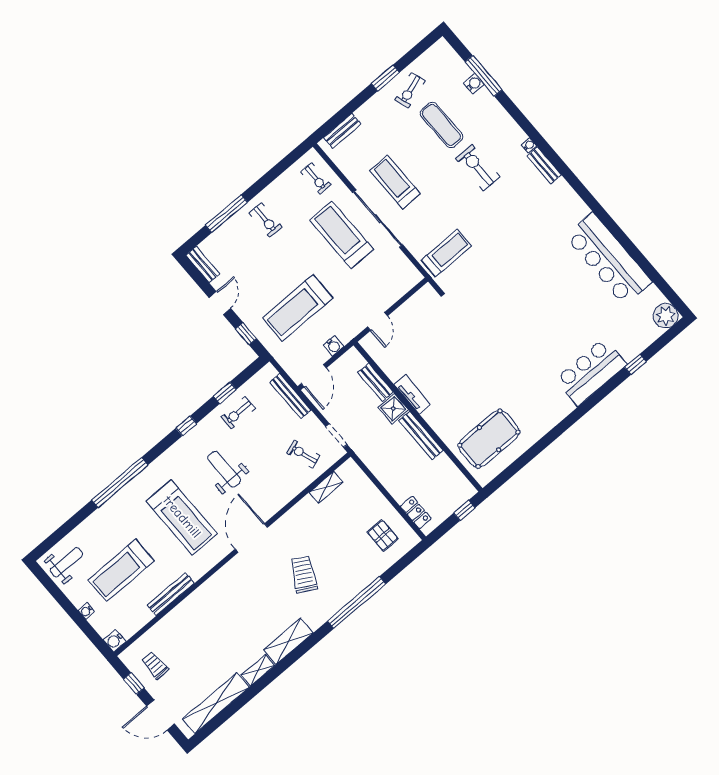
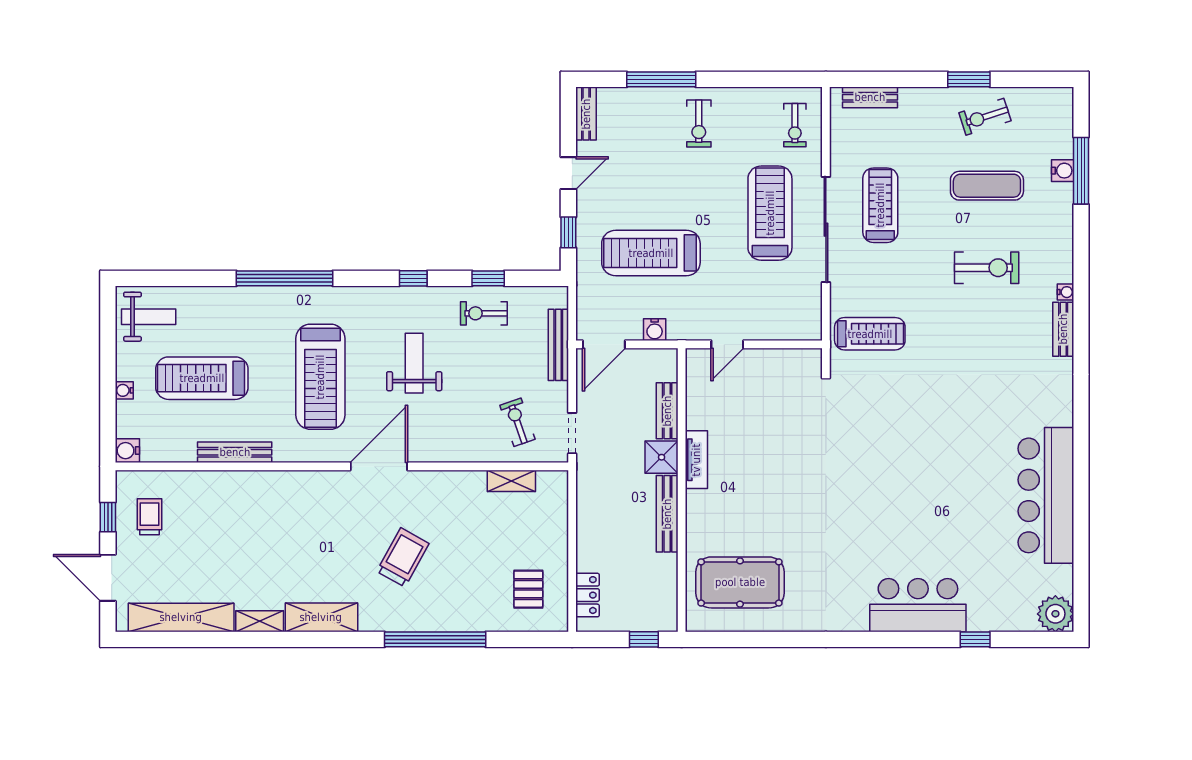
exercise mat: (441, 125) -> (987, 186), turned 90
exercise bike: (477, 167) -> (987, 268), turned 90

